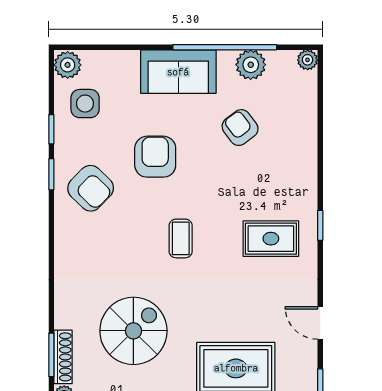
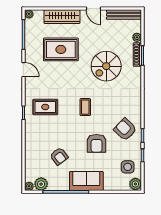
plant: (251, 65) -> (41, 184), moved

